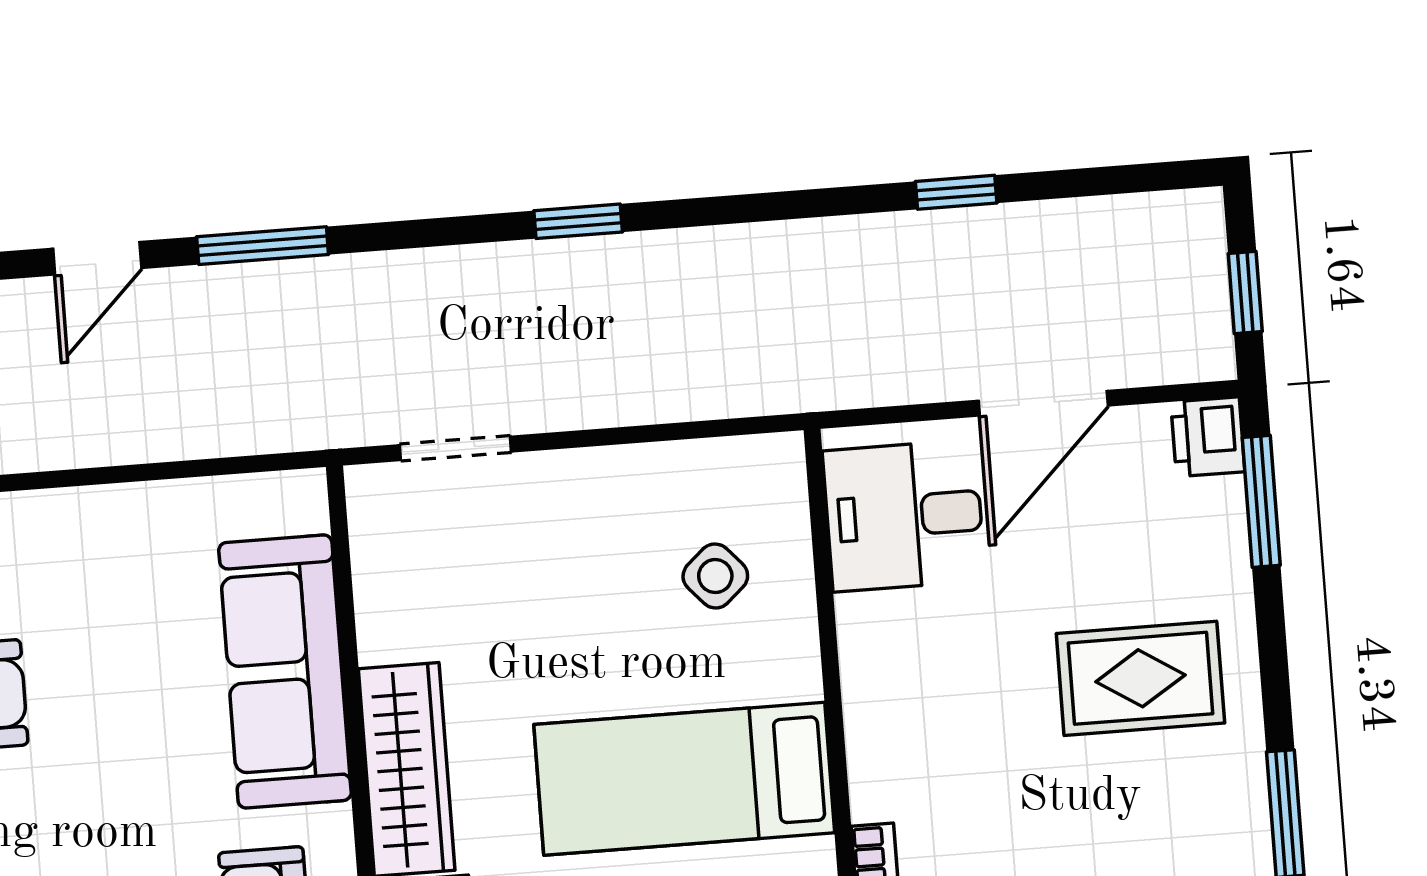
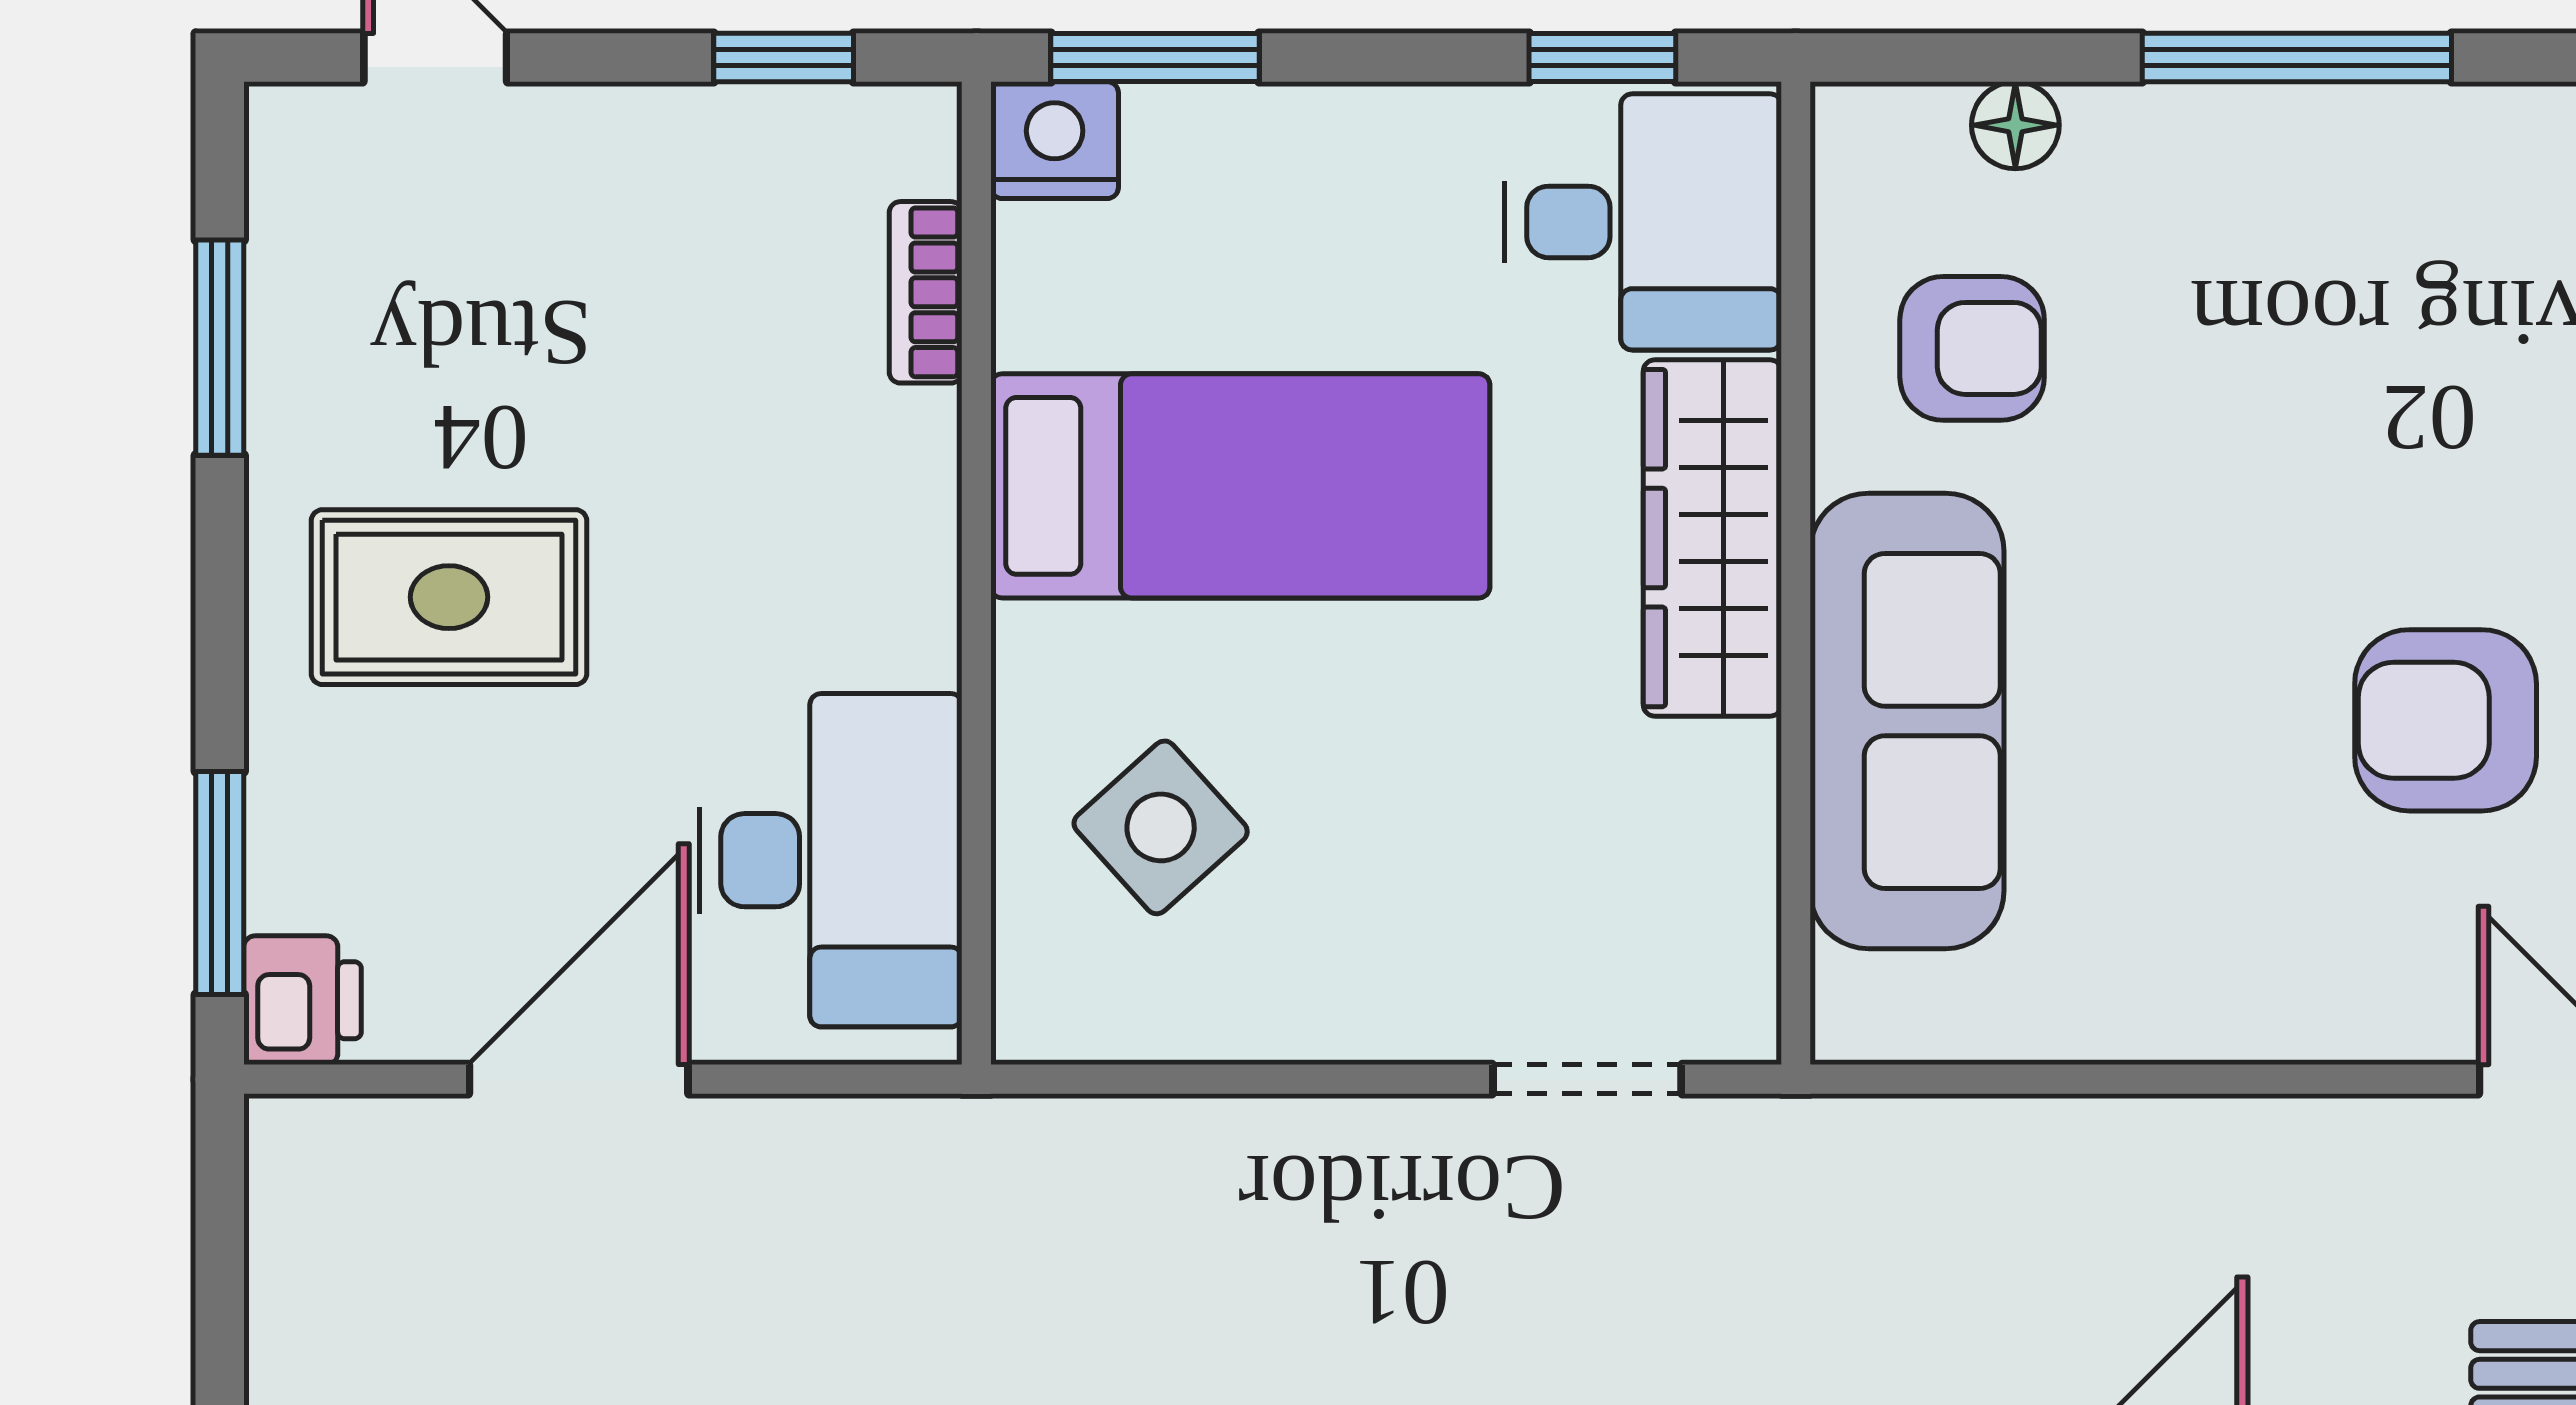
window: (1245, 292) -> (220, 1241), removed
desk: (904, 516) -> (831, 860), width x1.37
side table: (715, 576) -> (1161, 827), width x1.37, depth x1.37

